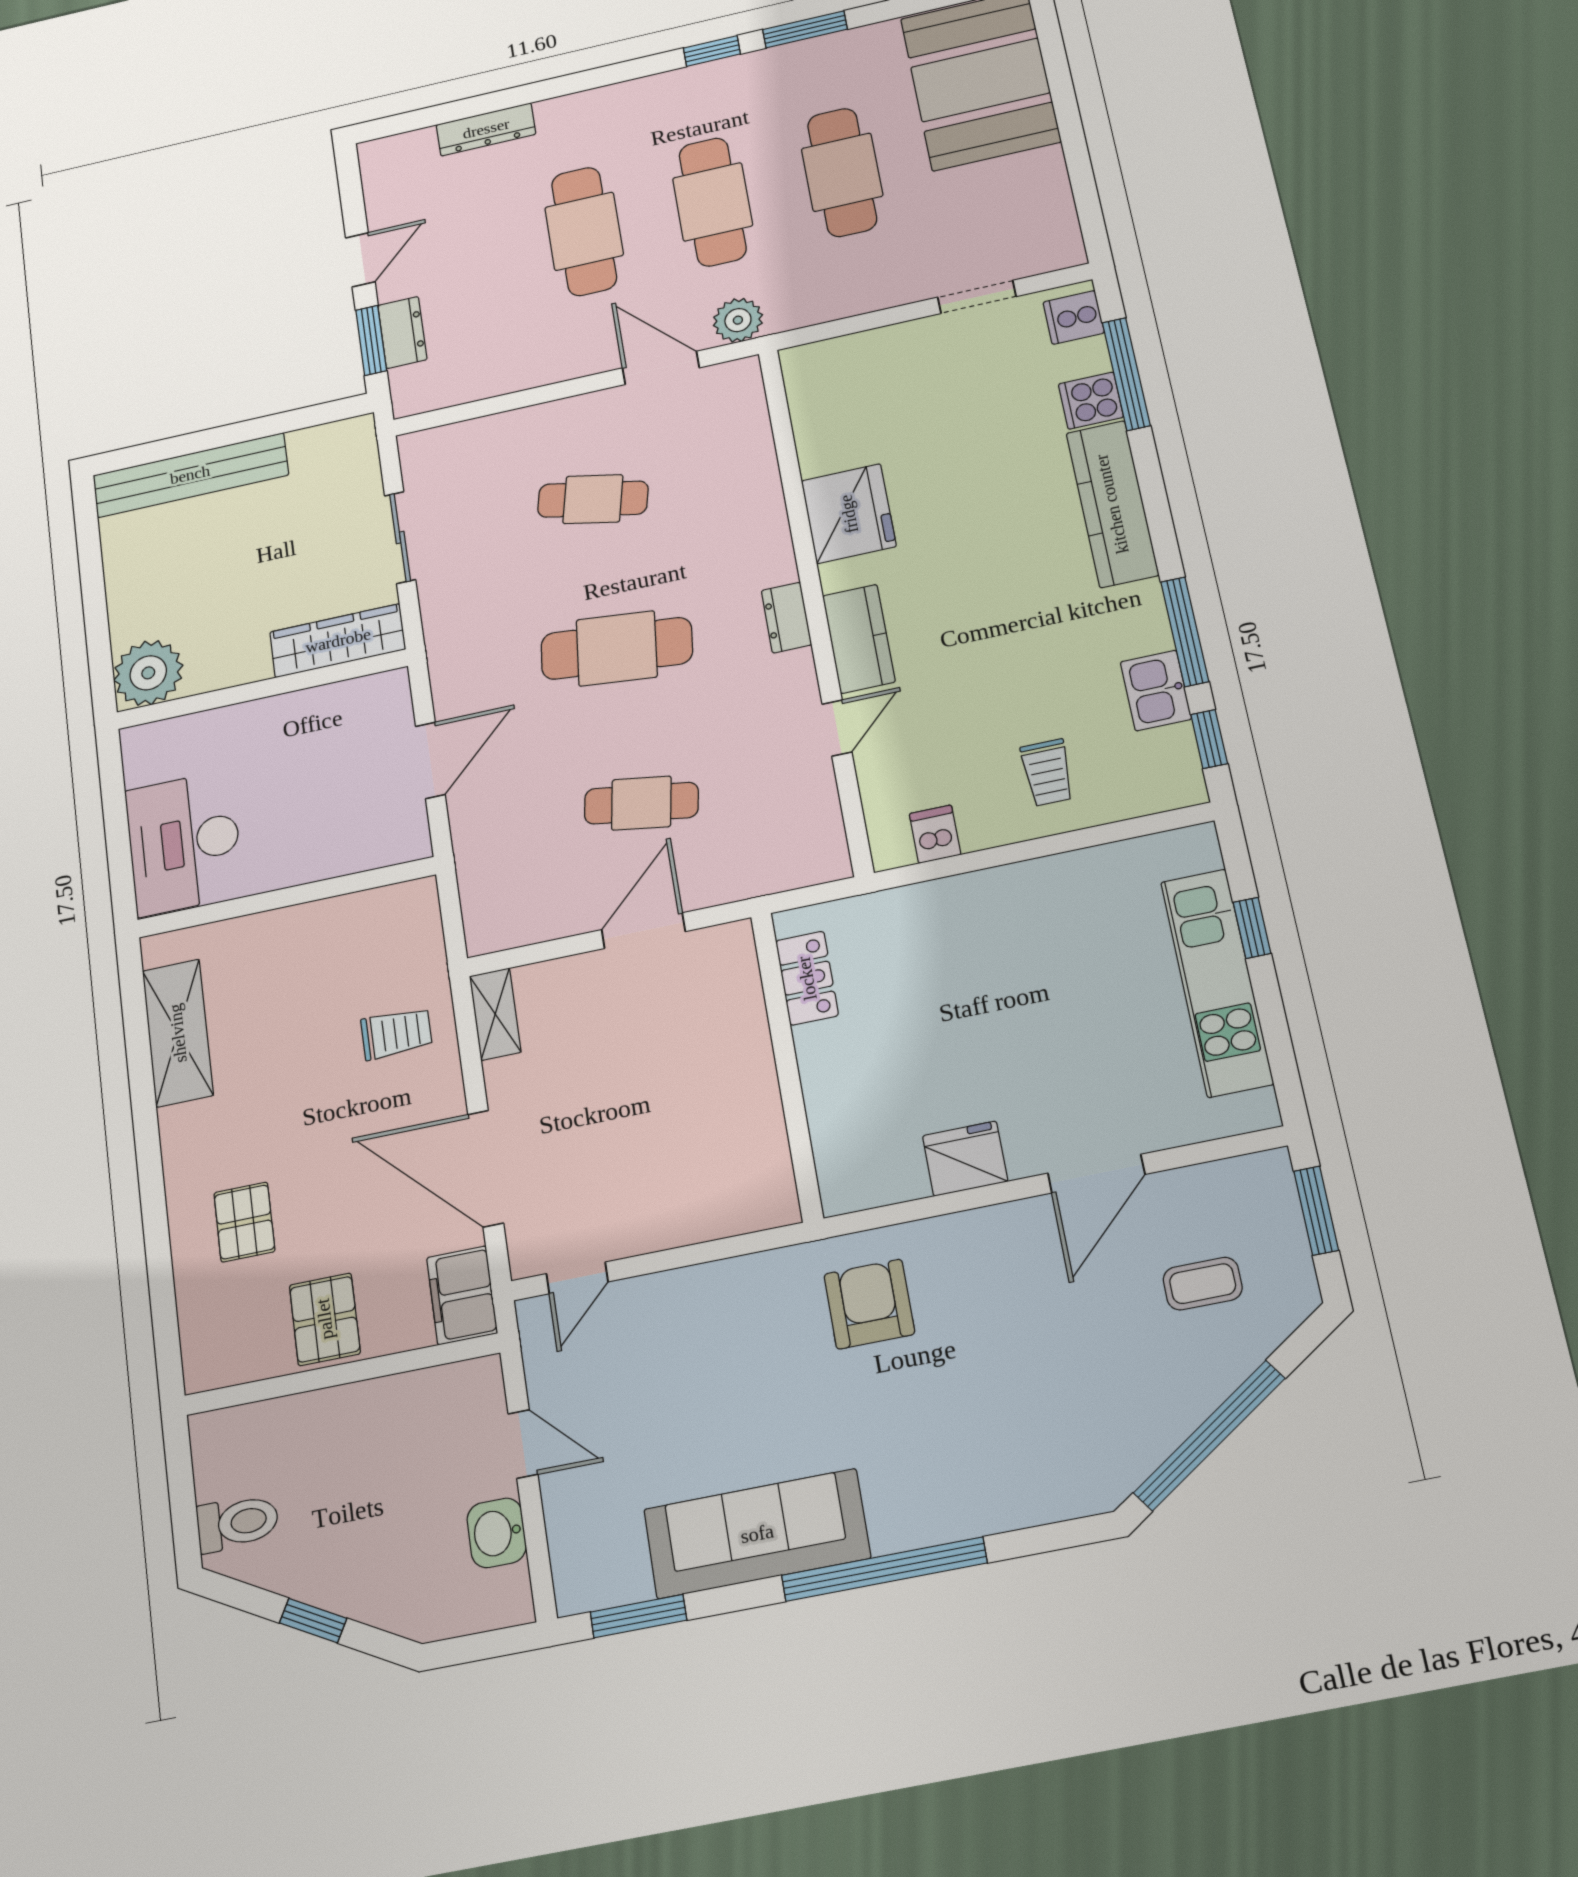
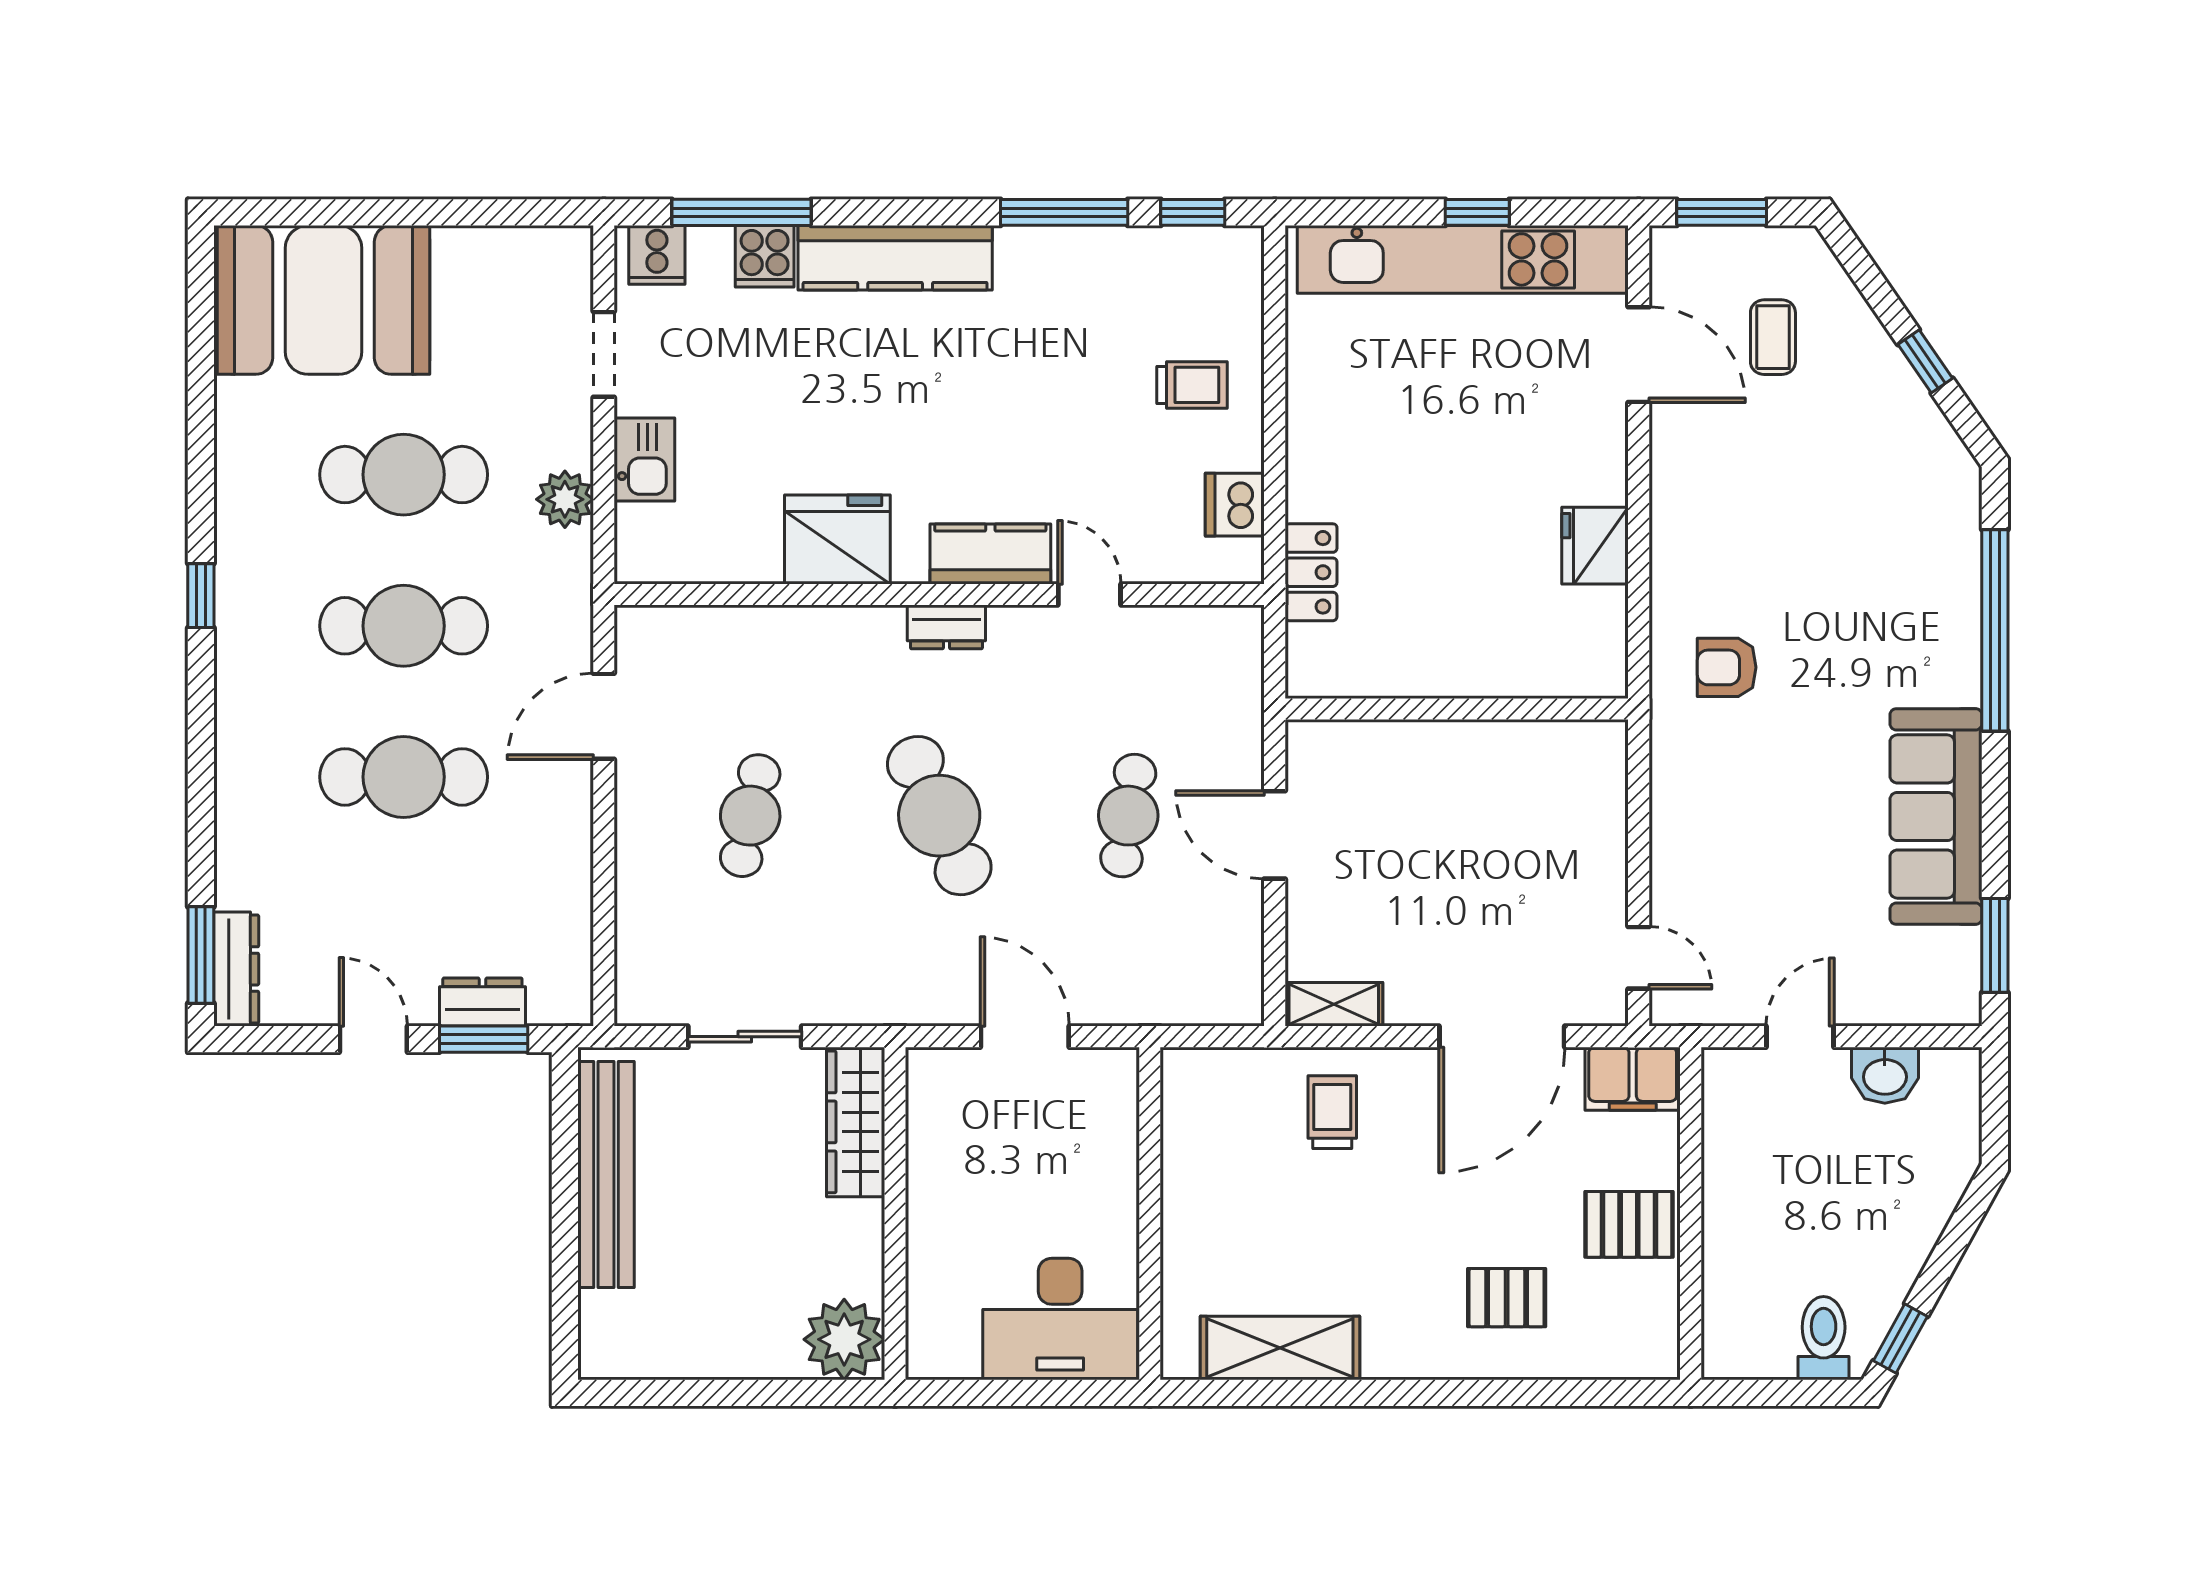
window: (805, 29) -> (201, 955), moved
dresser: (486, 129) -> (236, 969), moved
plant: (738, 320) -> (565, 499), moved
bench: (190, 475) -> (606, 1175), moved
cafe table: (617, 648) -> (939, 816), turned -30
kitchen sink: (1156, 690) -> (644, 459), moved, turned -90
dishwasher: (935, 834) -> (1235, 505), width x1.38
window: (1252, 928) -> (1477, 212), moved
locker: (807, 978) -> (1311, 572), moved, turned 90
kitchen unit: (1217, 982) -> (1462, 259), width x1.36
door: (1096, 1174) -> (1639, 355), moved
armchair: (869, 1304) -> (1727, 667), width x0.72, depth x0.72
window: (1209, 1435) -> (1925, 361), width x0.32
window: (884, 1569) -> (1995, 630), moved
window: (313, 1621) -> (1900, 1339), moved

